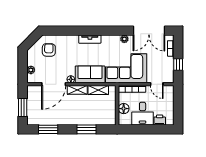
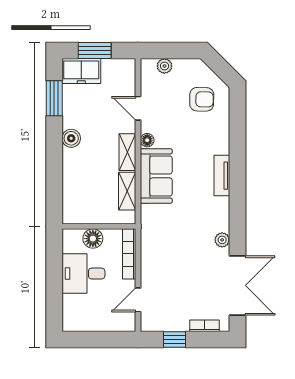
double door: (149, 31) -> (237, 285), swing flipped
corner sofa: (126, 68) -> (167, 243), removed
door: (54, 84) -> (138, 108), width x0.53
freezer: (34, 115) -> (81, 71), added
boiler: (70, 120) -> (71, 138), added
printer: (160, 120) -> (72, 305), removed
window: (86, 129) -> (54, 169), removed

